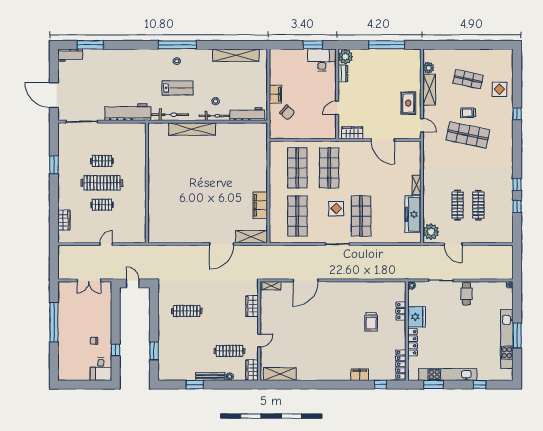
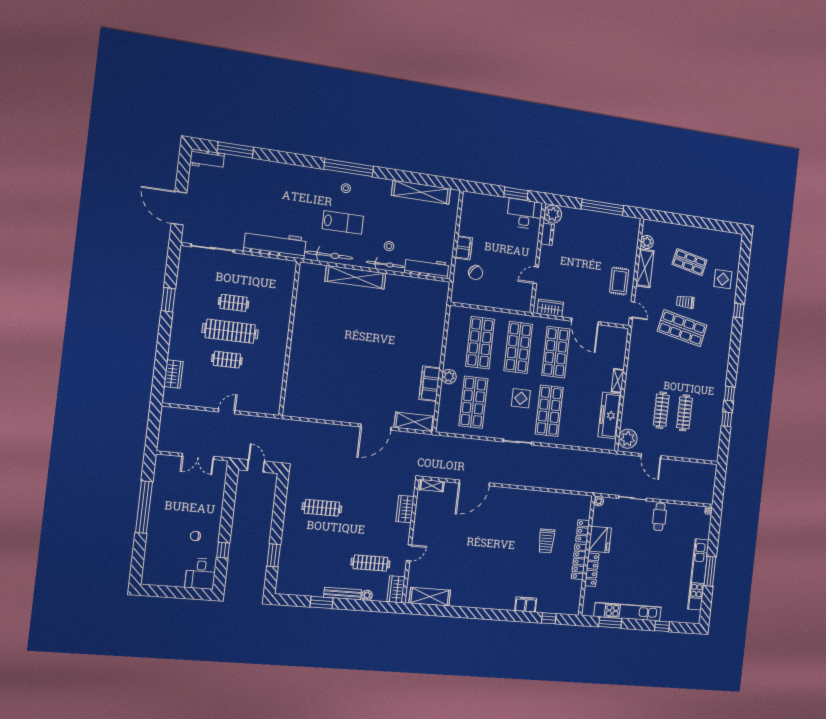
shop shelf: (361, 168) -> (556, 352), added
plant: (275, 198) -> (449, 377), added
locker: (401, 364) -> (579, 562), moved

